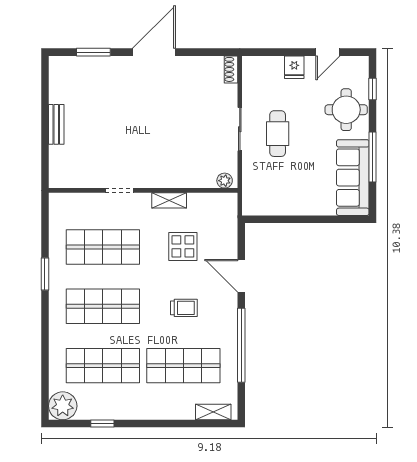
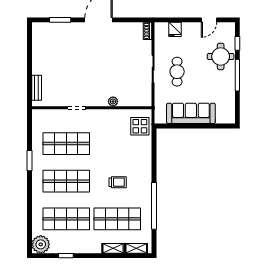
fridge: (294, 67) -> (175, 29), moved
bench: (56, 124) -> (37, 88), moved
window: (373, 157) -> (237, 75), moved
sofa: (353, 178) -> (191, 113), moved, turned 90
plant: (225, 181) -> (113, 101), moved
shelving: (169, 200) -> (113, 248), moved
display table: (183, 246) -> (140, 126), moved
door: (241, 276) -> (154, 162), removed

